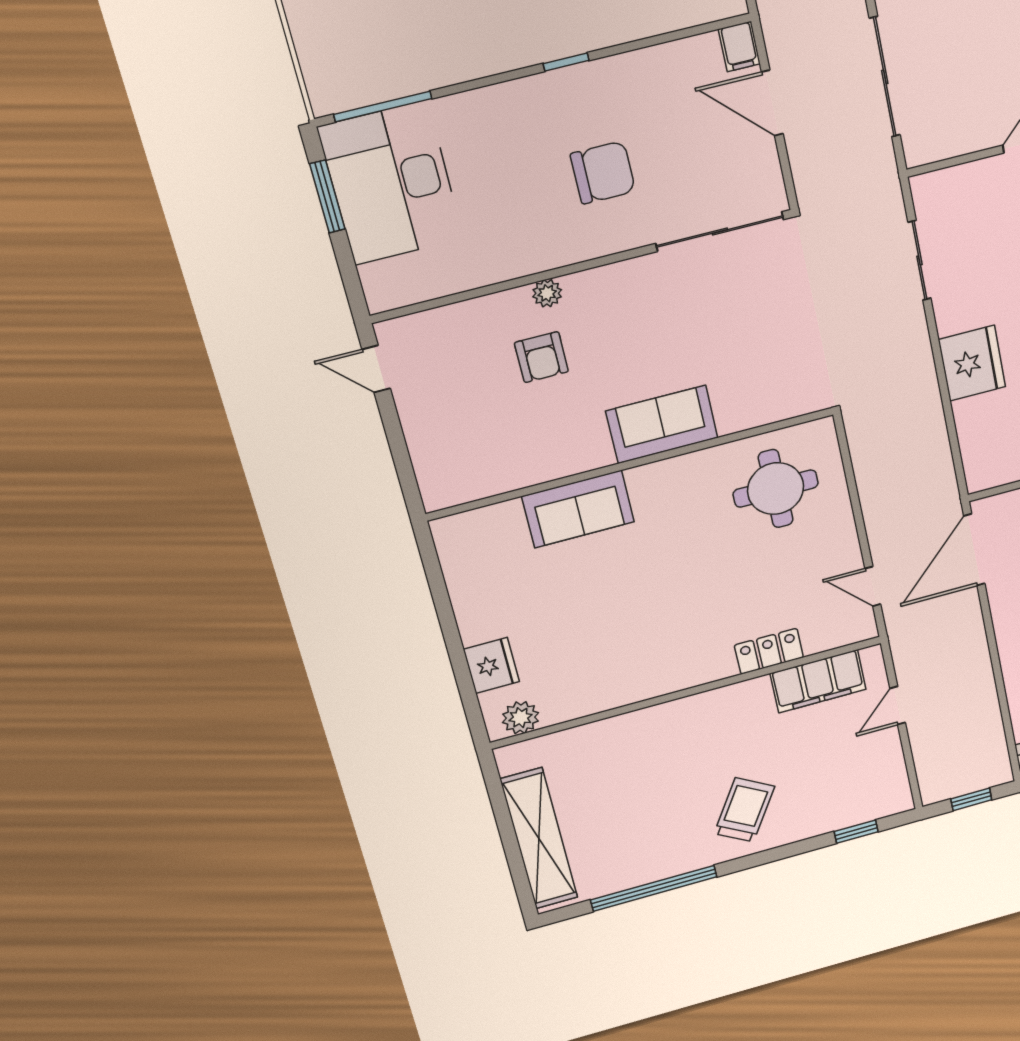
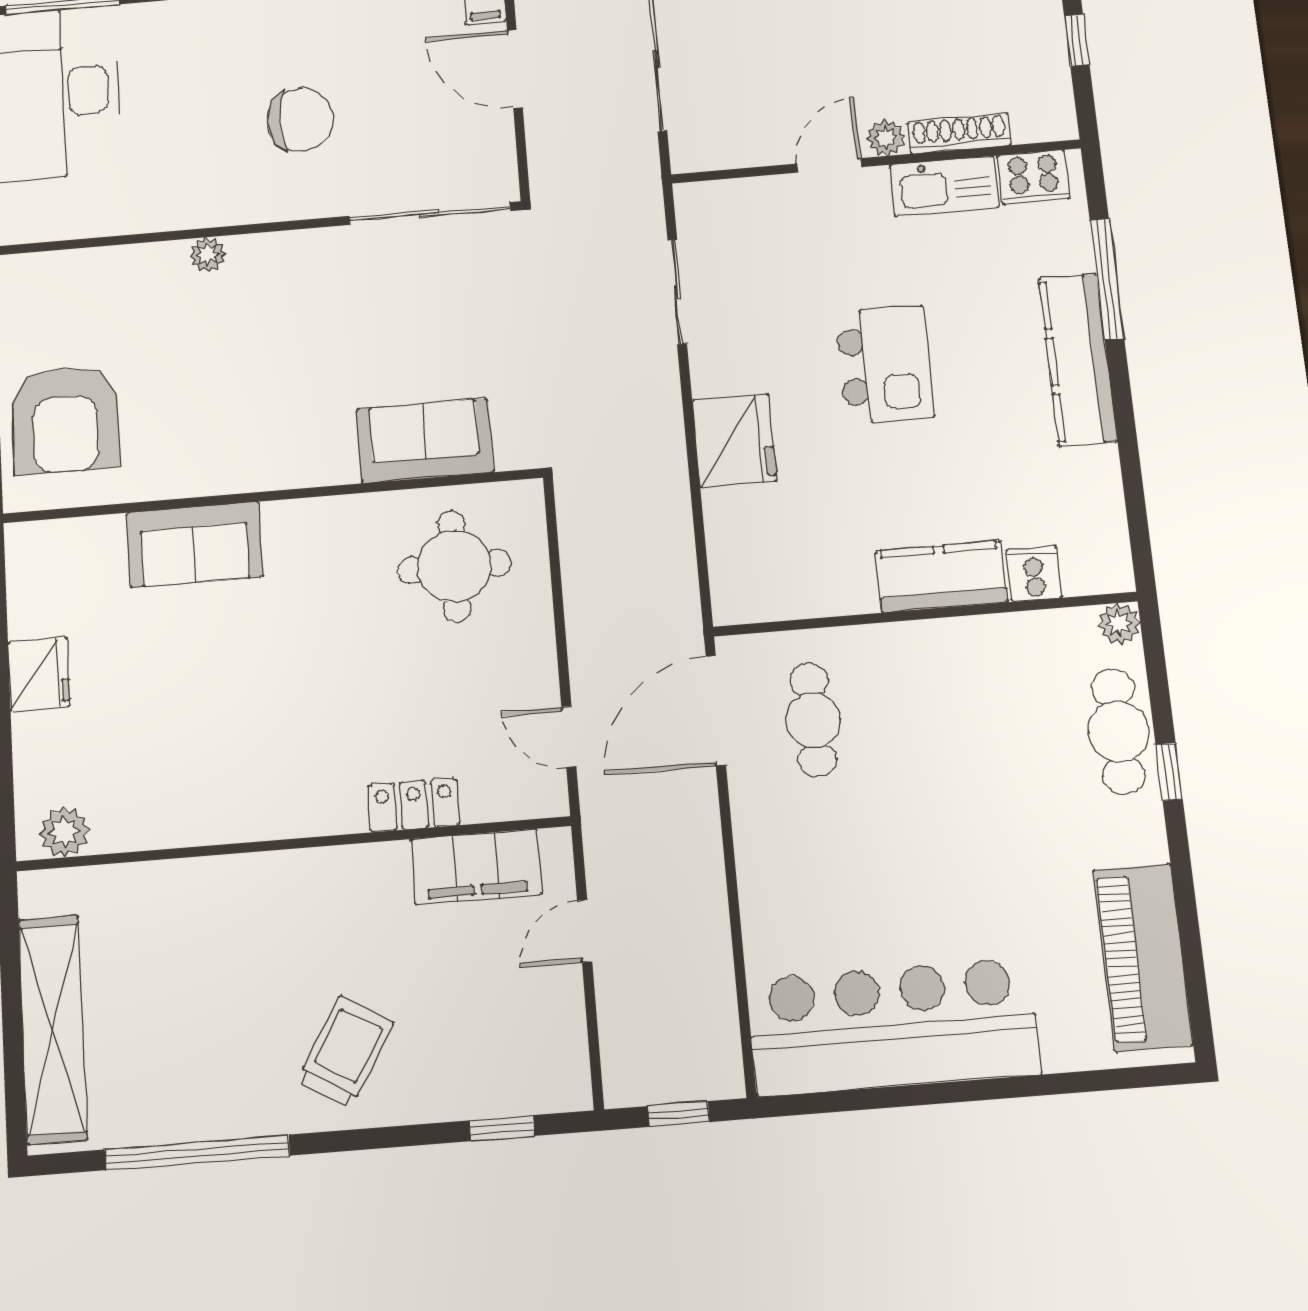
armchair: (541, 357) -> (65, 420), moved, width x1.88, depth x1.88
sofa: (662, 424) -> (425, 441), moved
fridge: (491, 665) -> (39, 674), moved

